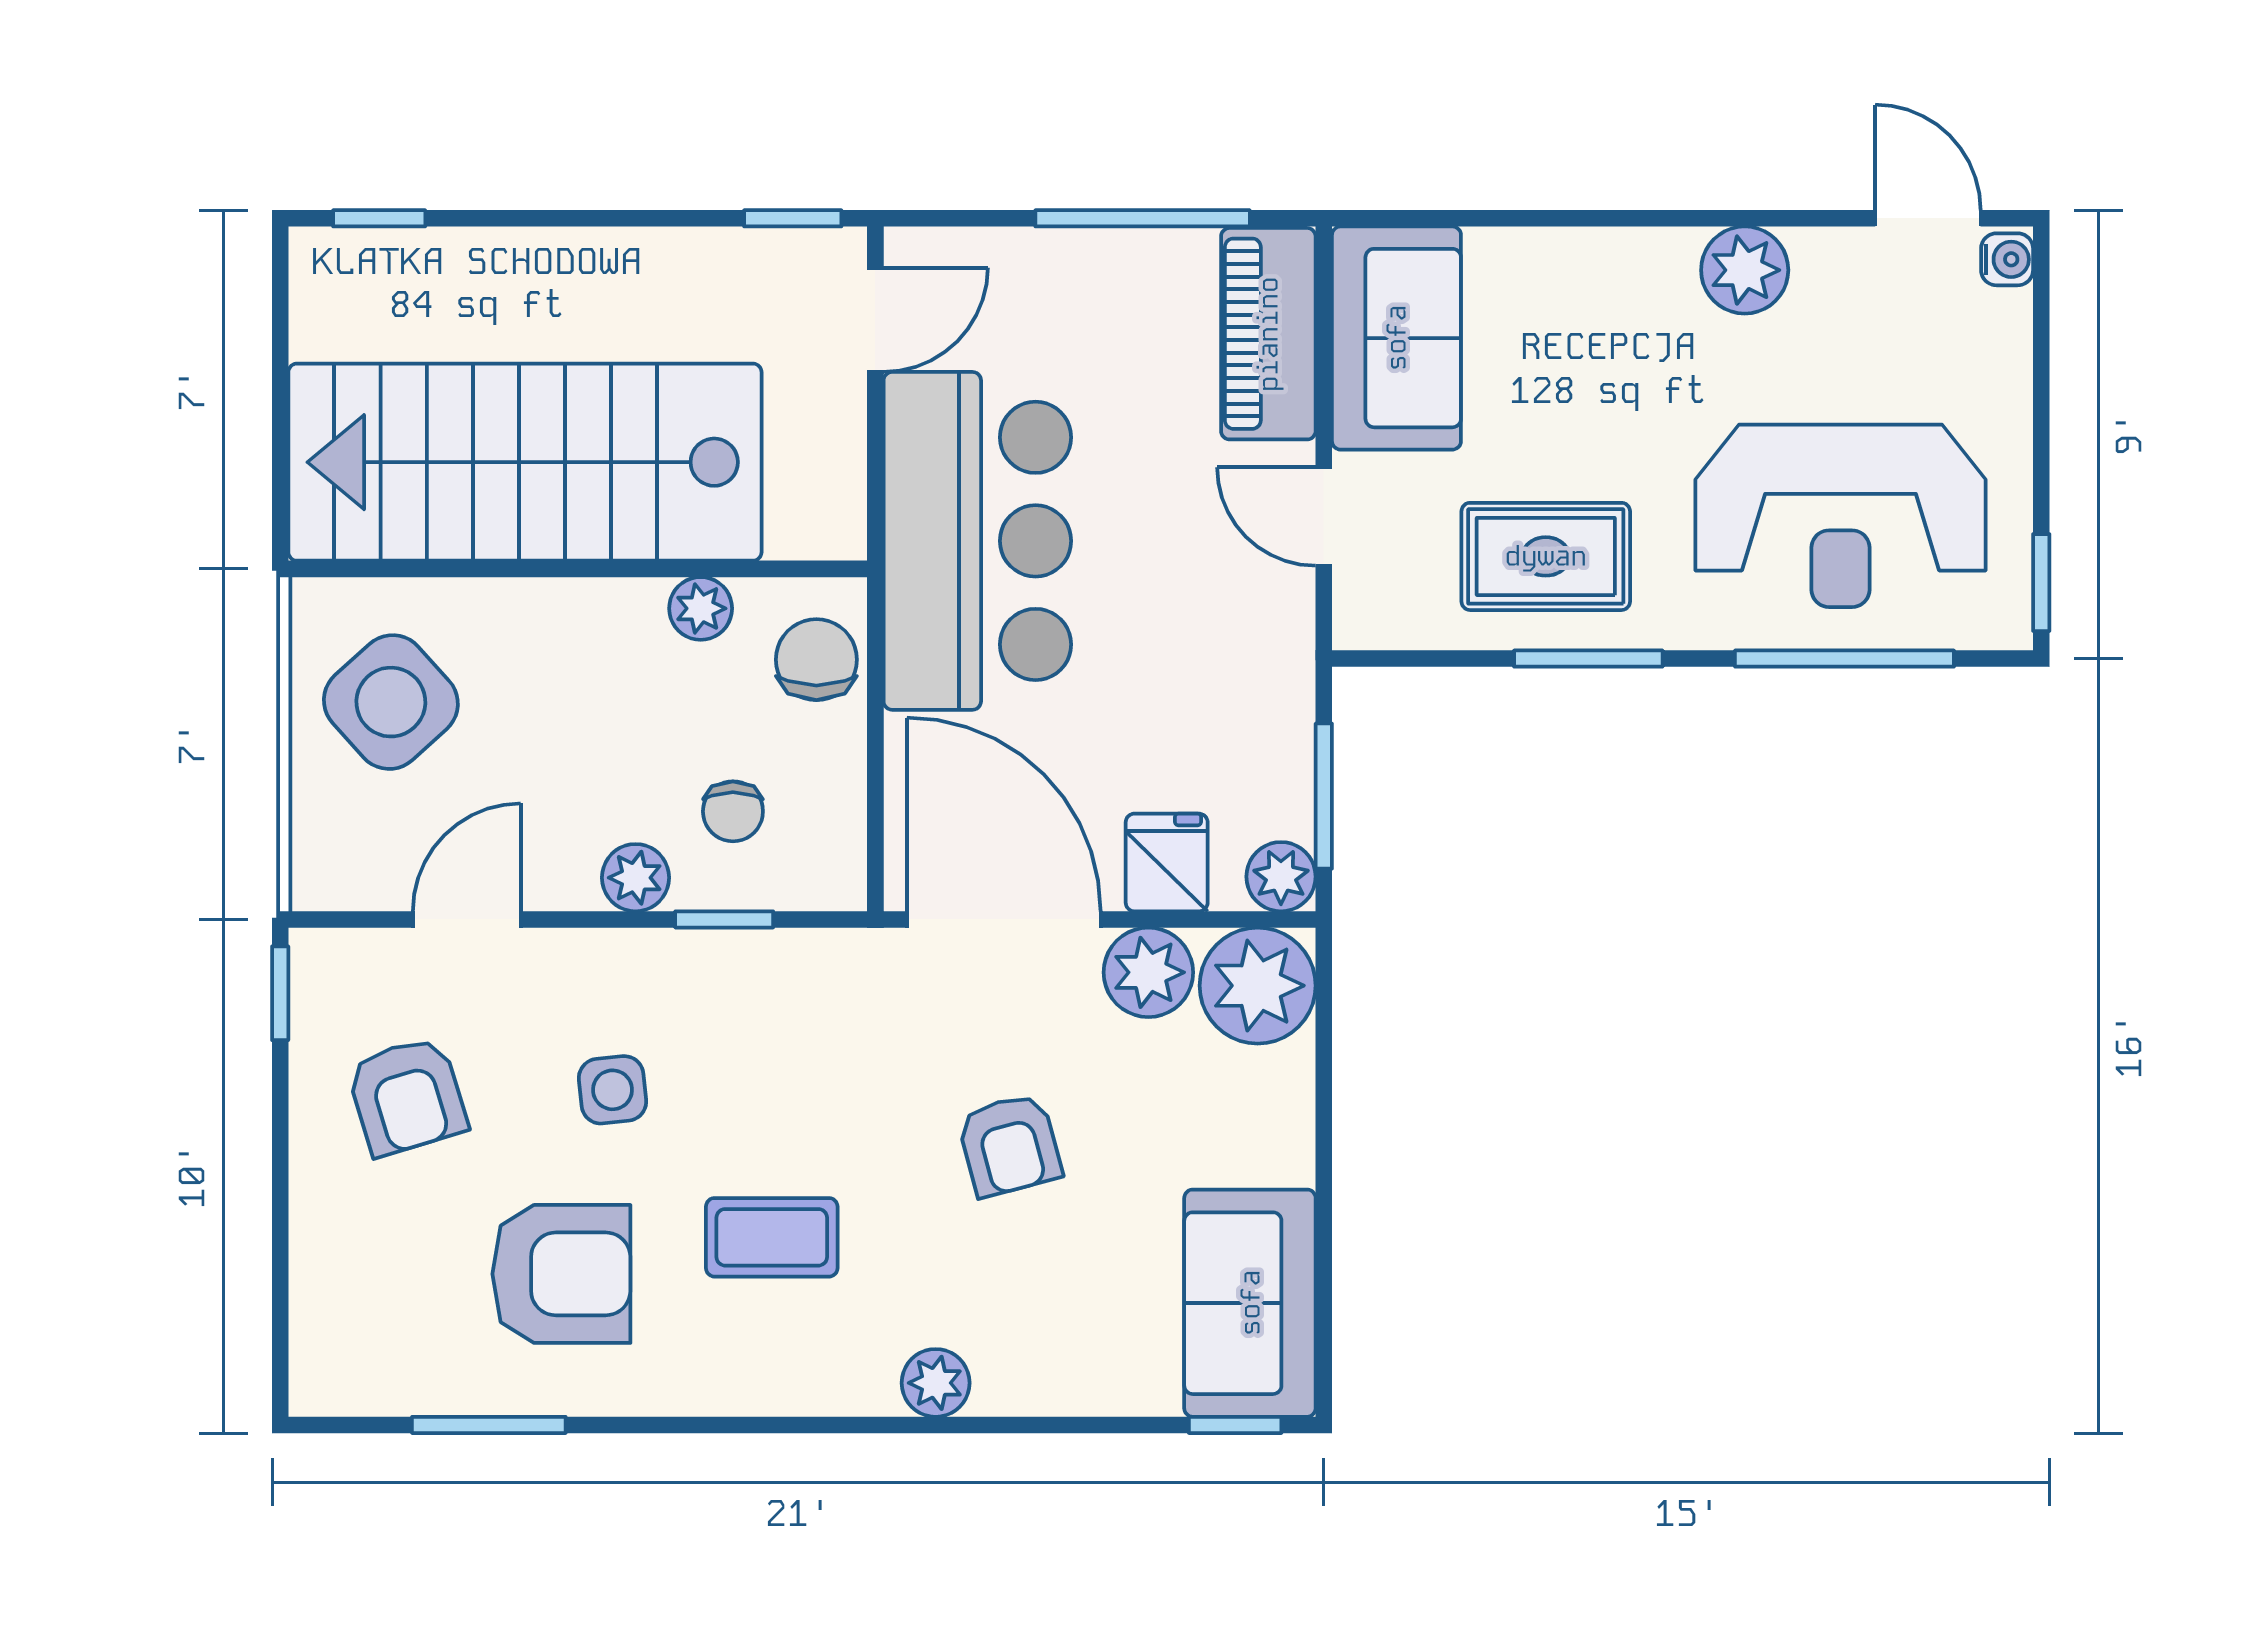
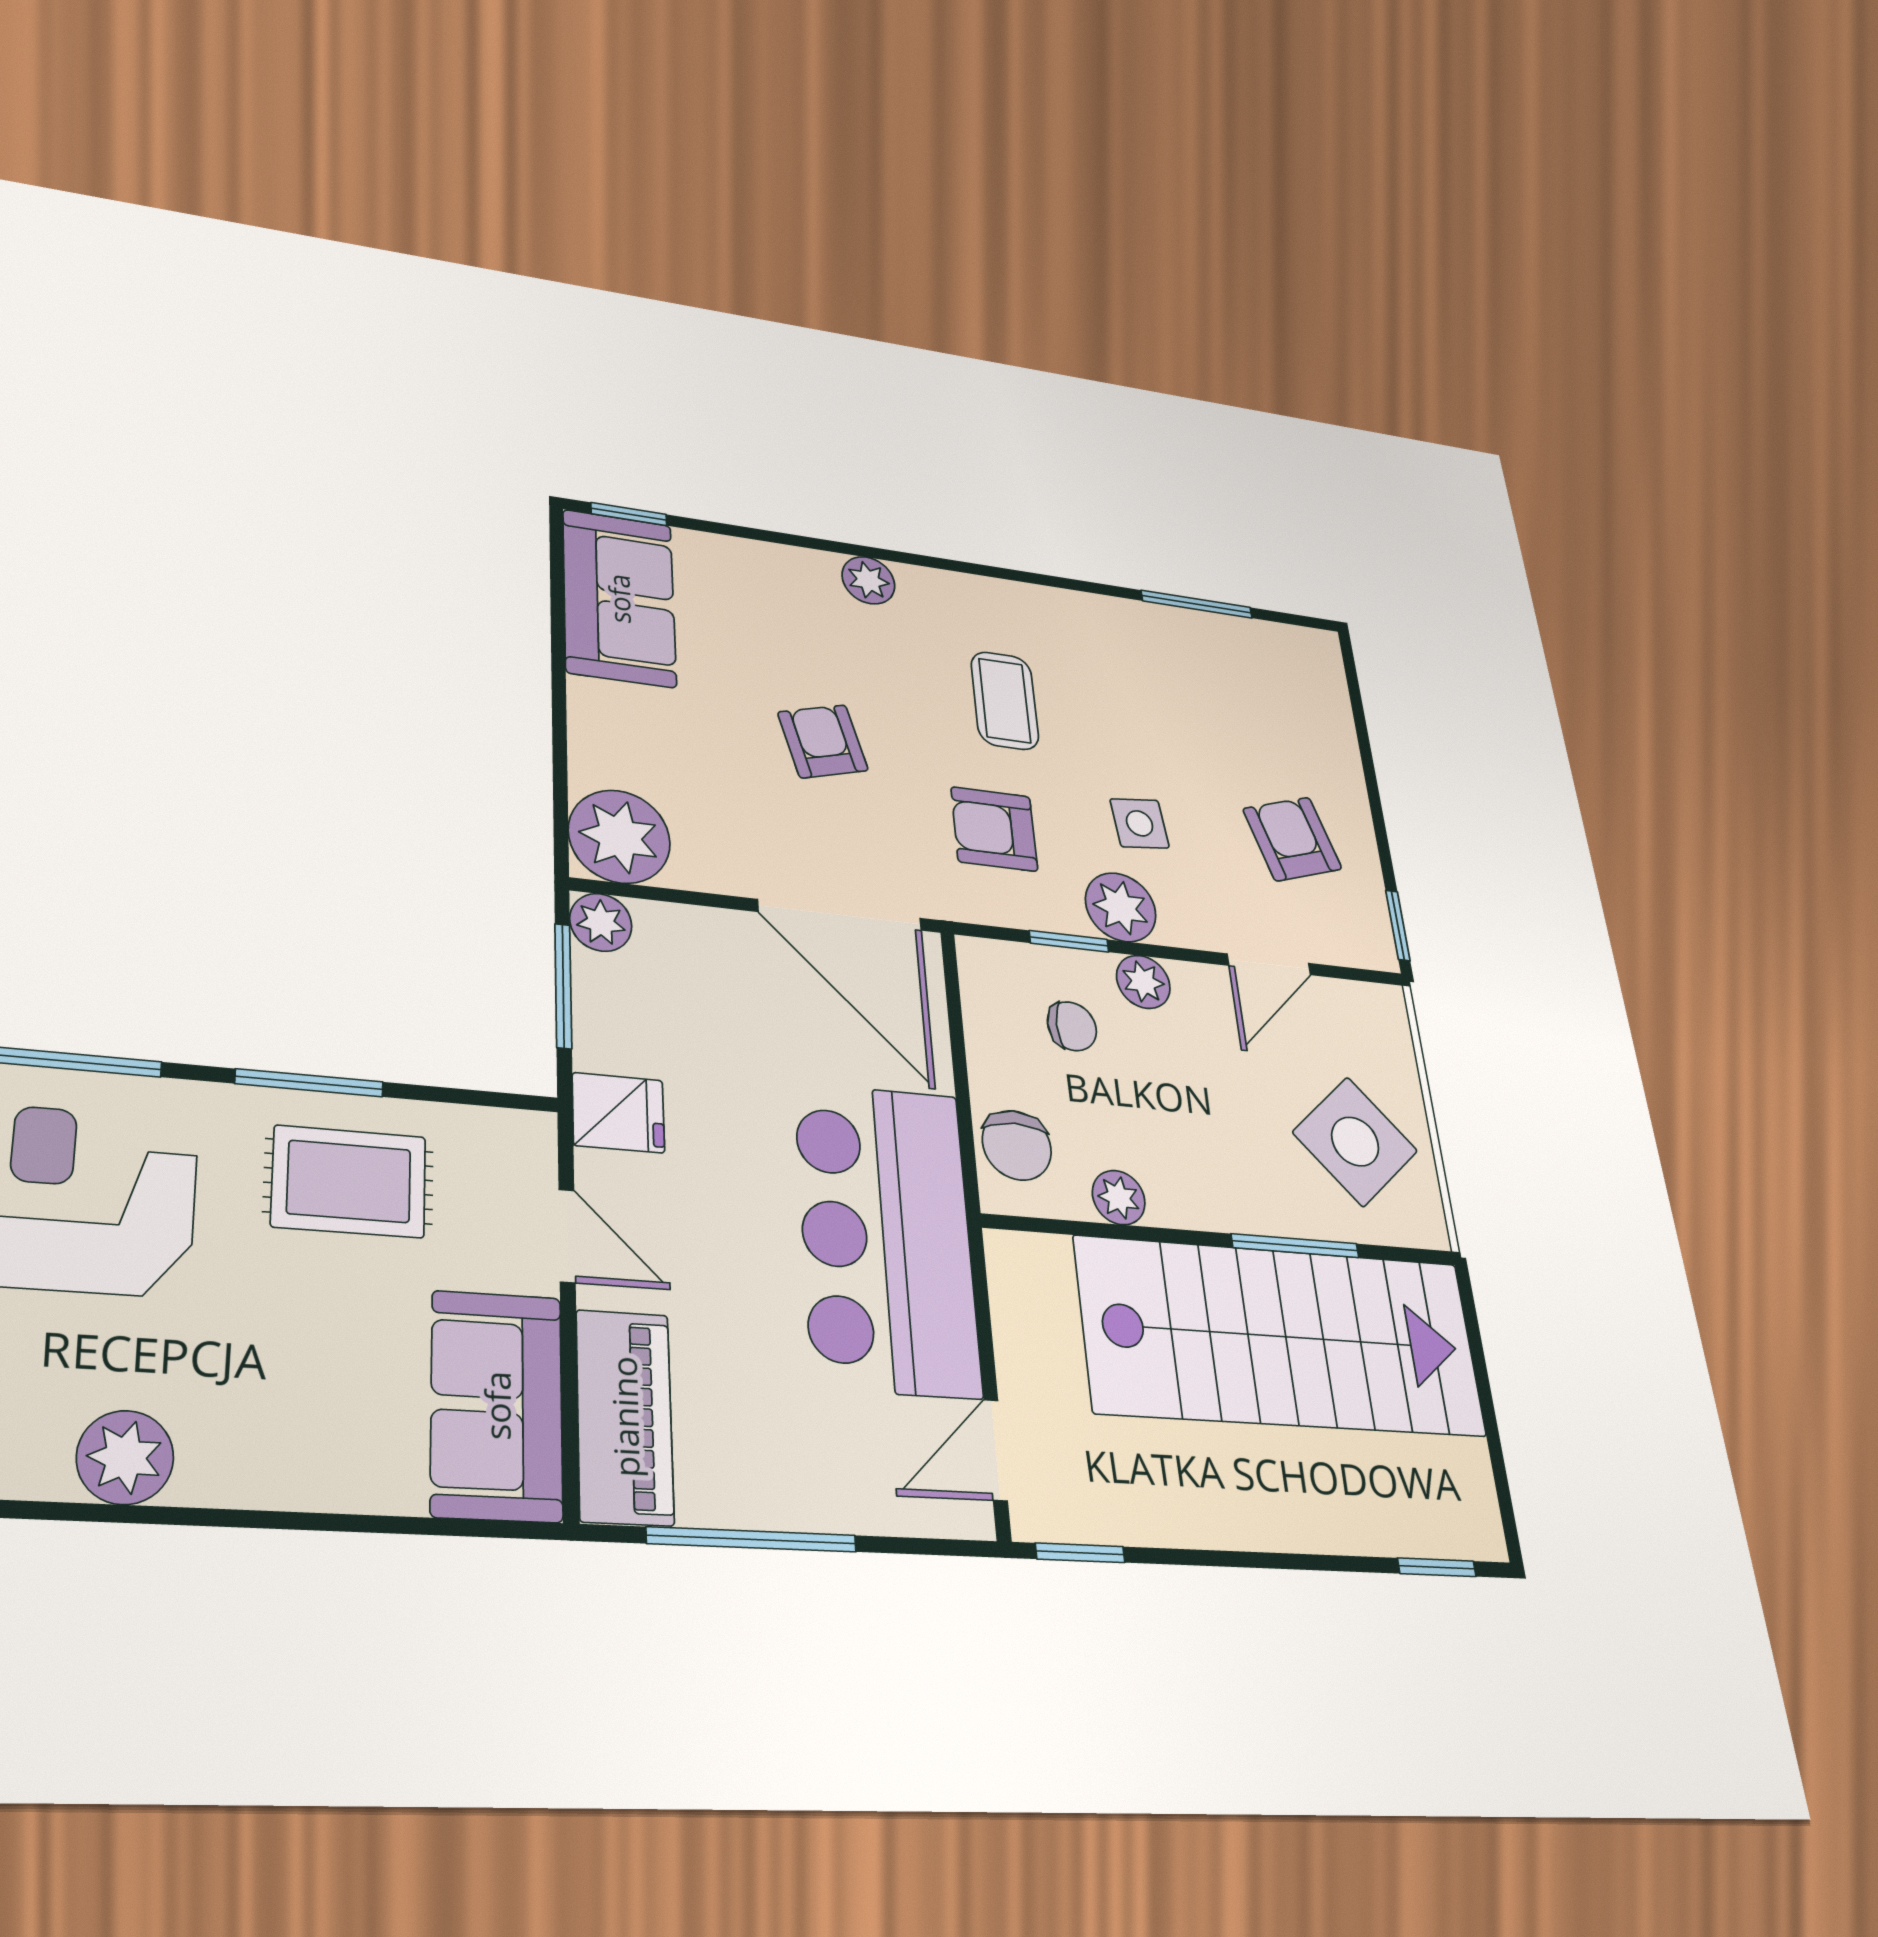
window: (490, 569) -> (1295, 1246), added
chair: (733, 811) -> (1072, 1026), turned 90
fridge: (1167, 862) -> (618, 1113), moved, turned -90
plant: (1148, 972) -> (1121, 907), moved
coffee table: (772, 1237) -> (1005, 701), turned 90
armchair: (561, 1274) -> (994, 829), moved, width x0.72, depth x0.72

